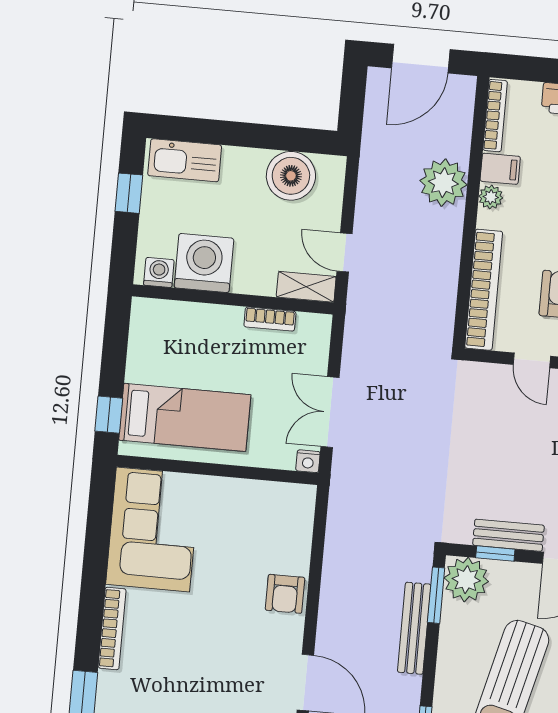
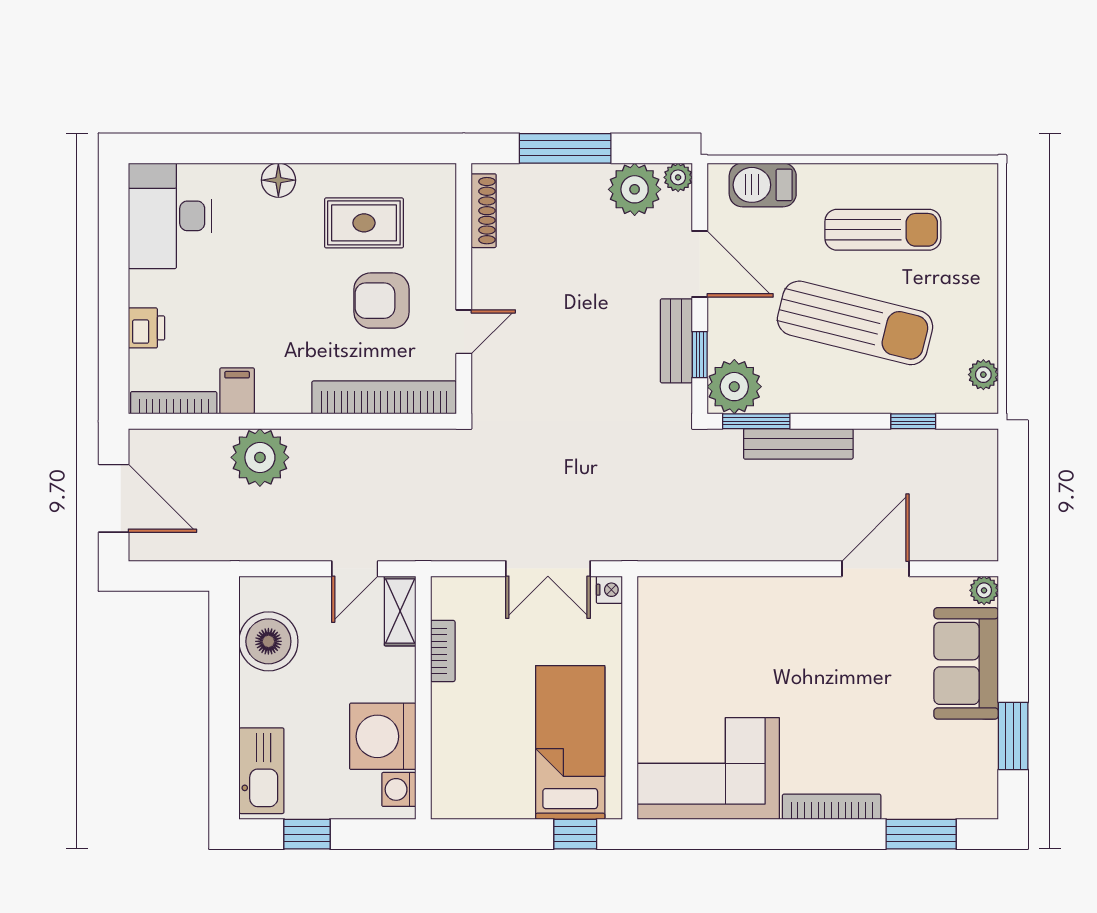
plant: (491, 197) -> (272, 399), removed
armchair: (285, 594) -> (771, 603), removed

